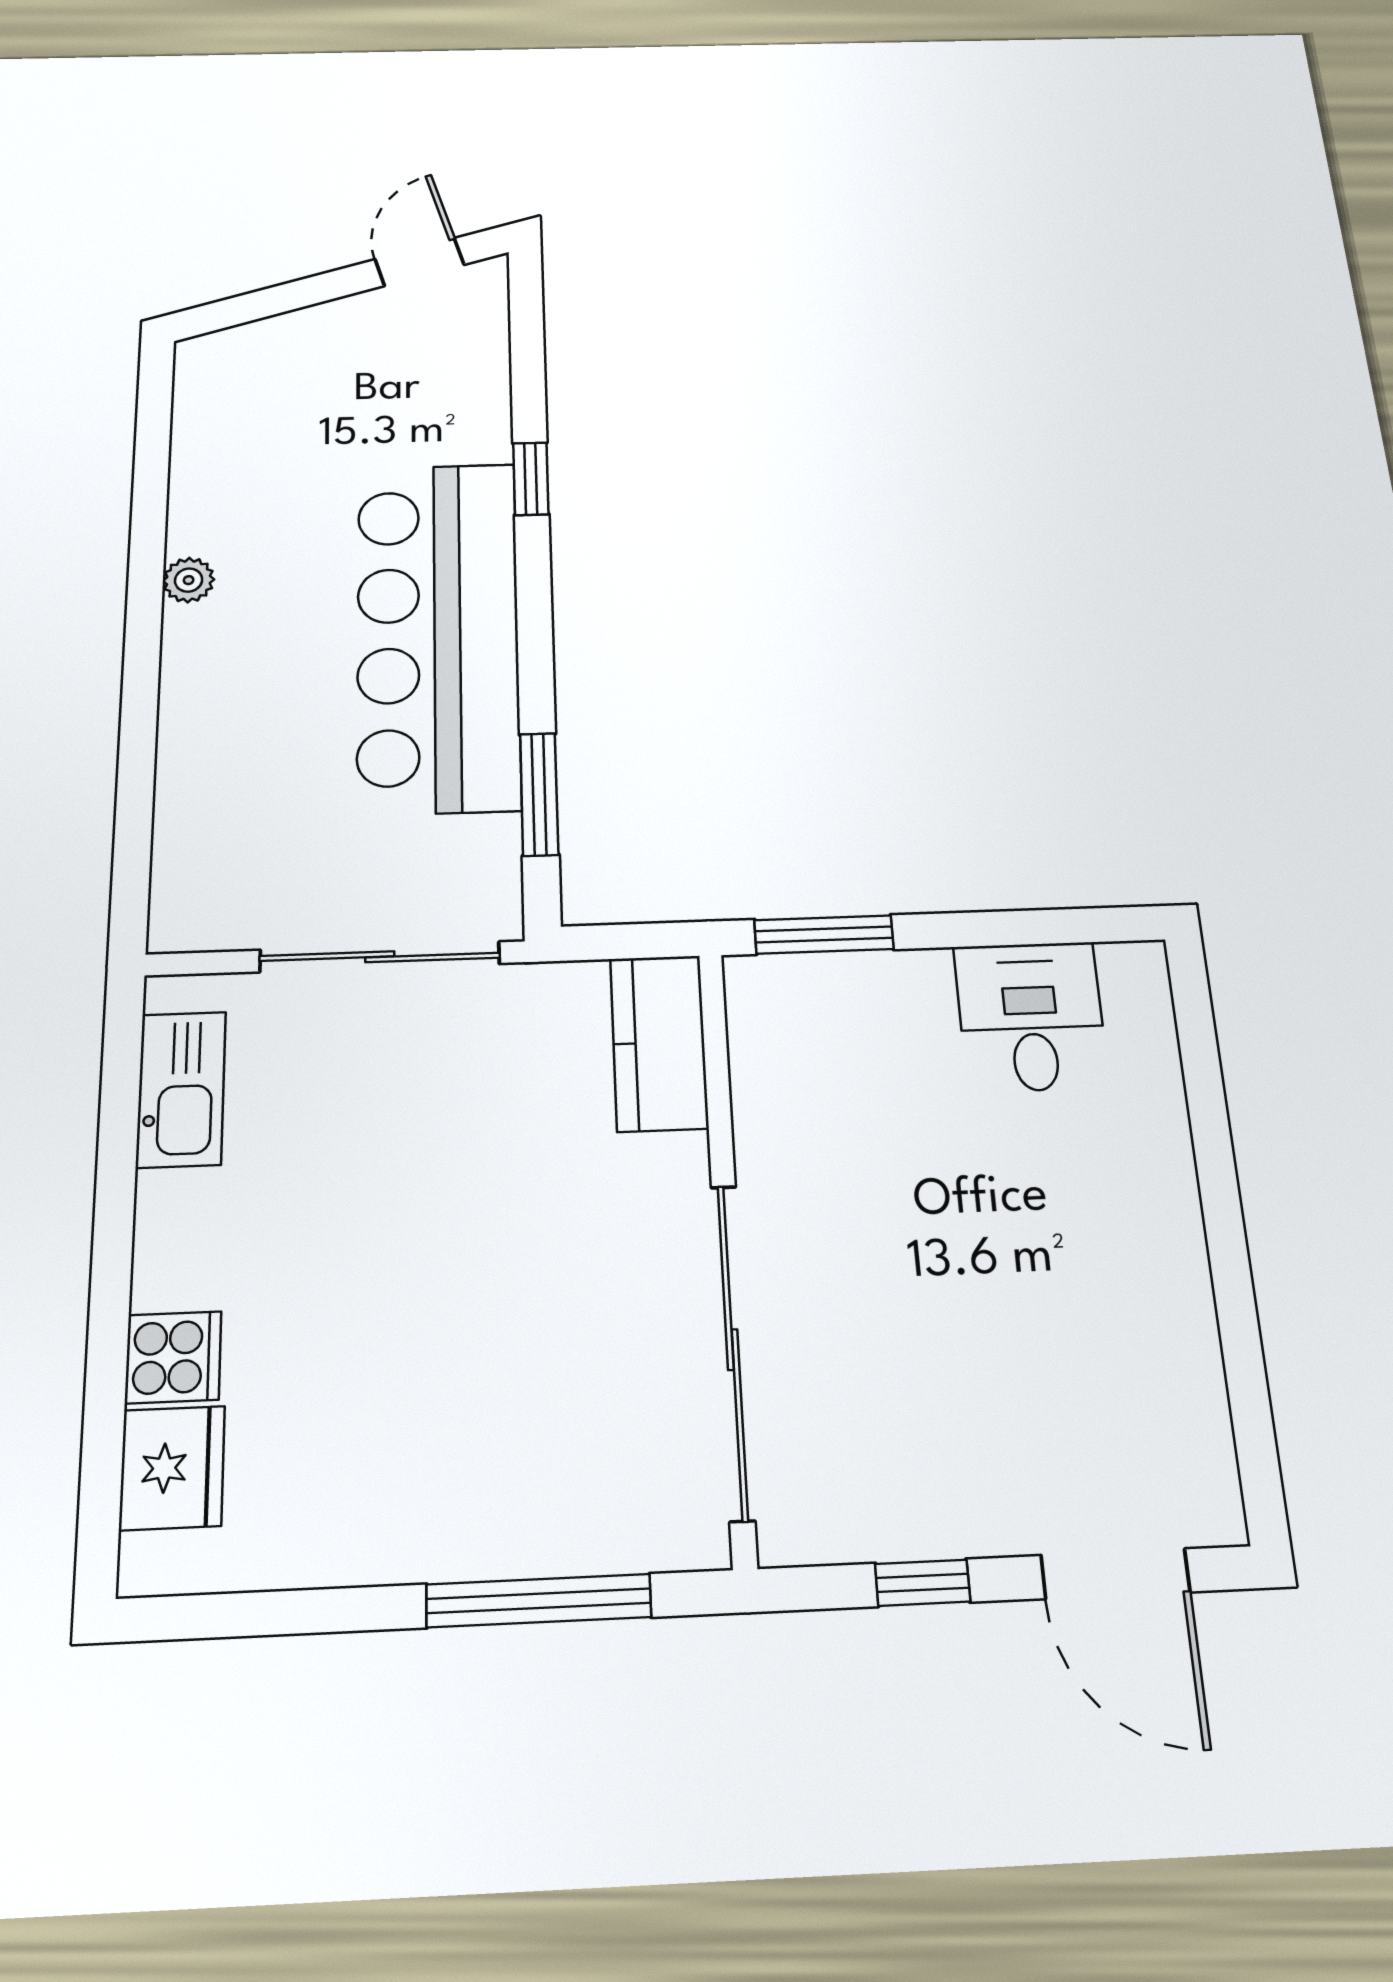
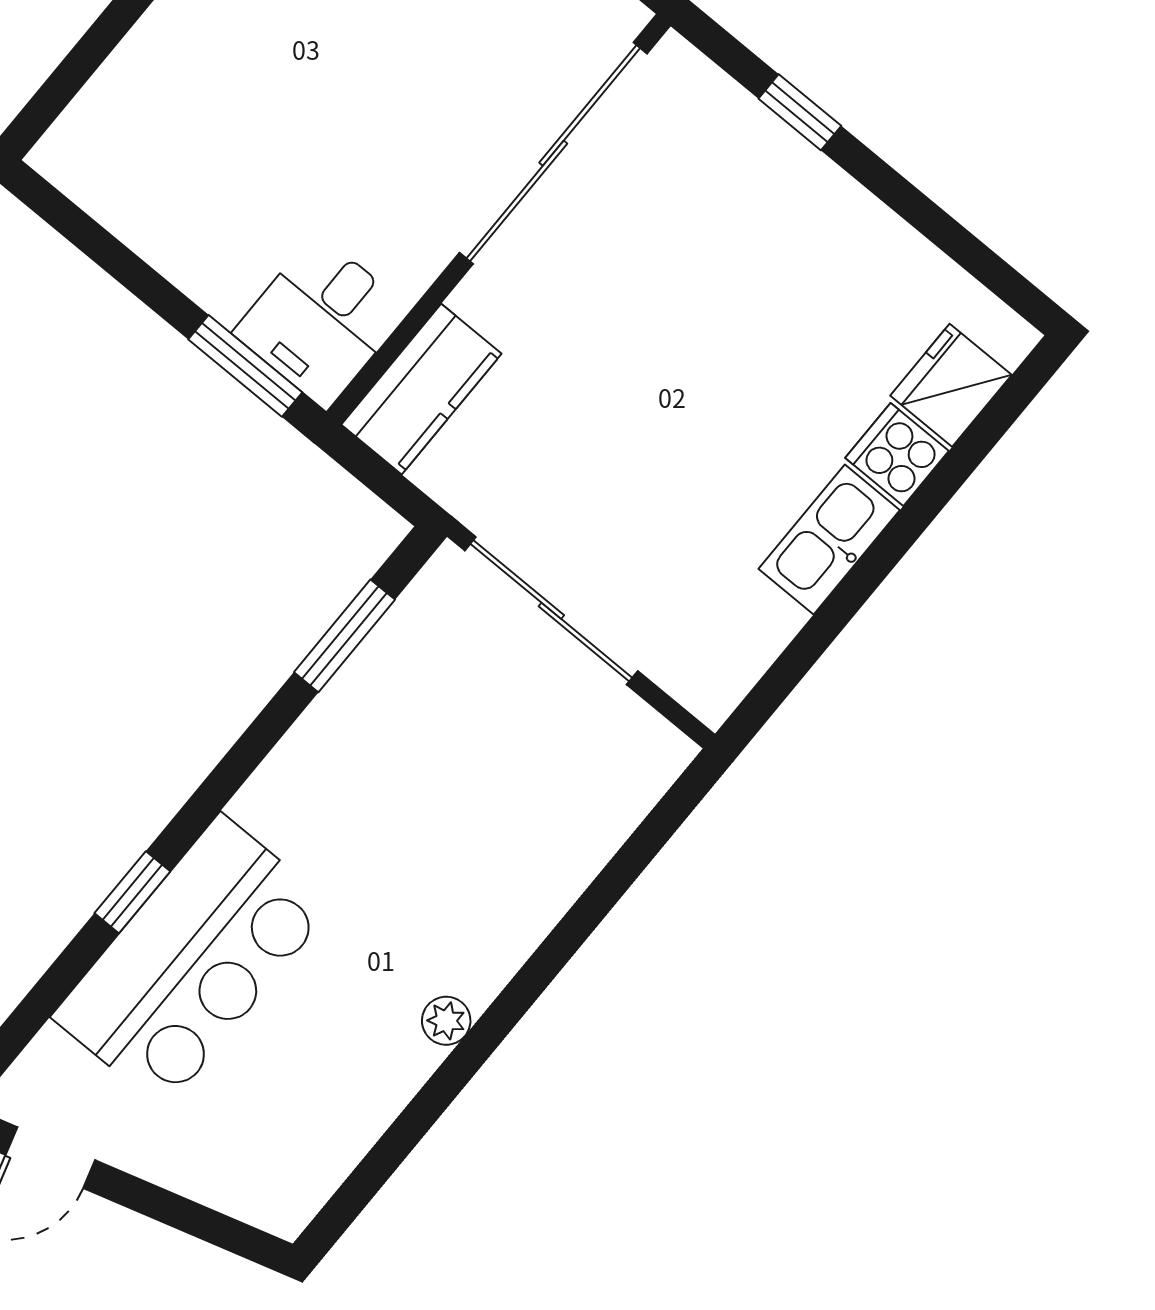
bar counter: (438, 634) -> (192, 961), moved, width x0.73
desk: (1031, 1016) -> (321, 321), moved
kitchen sink: (181, 1089) -> (829, 539), moved
window: (539, 1601) -> (800, 112), width x0.46

